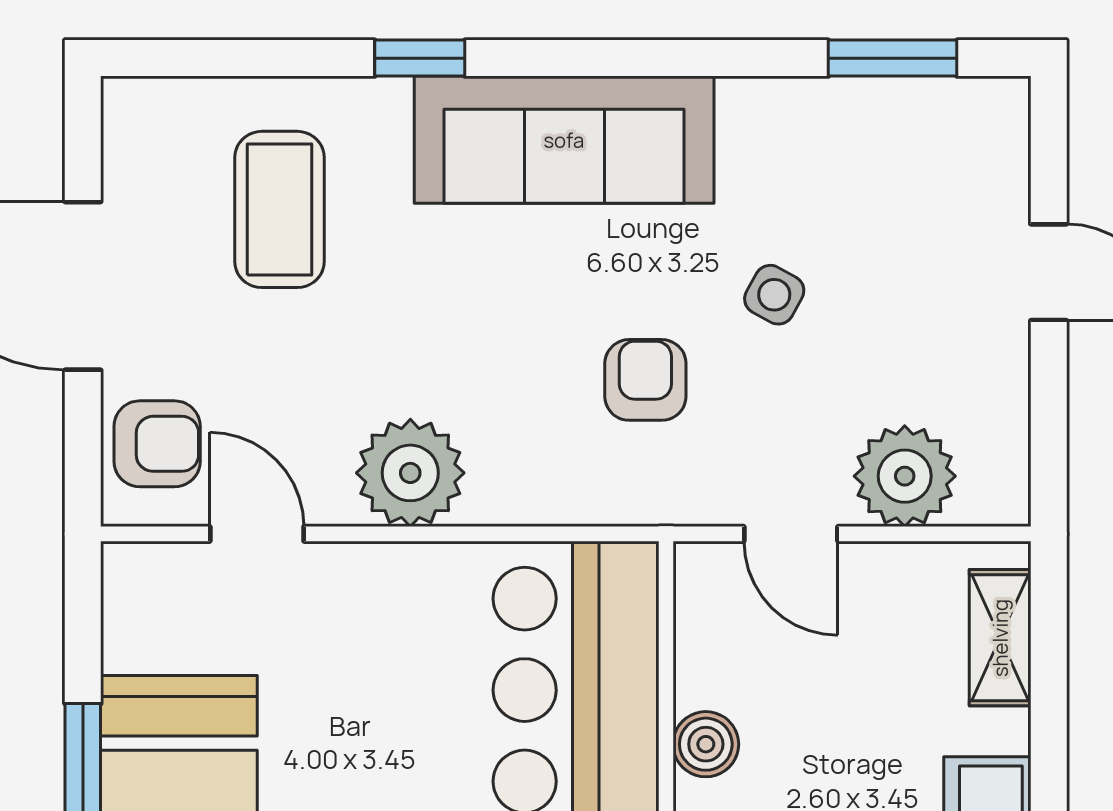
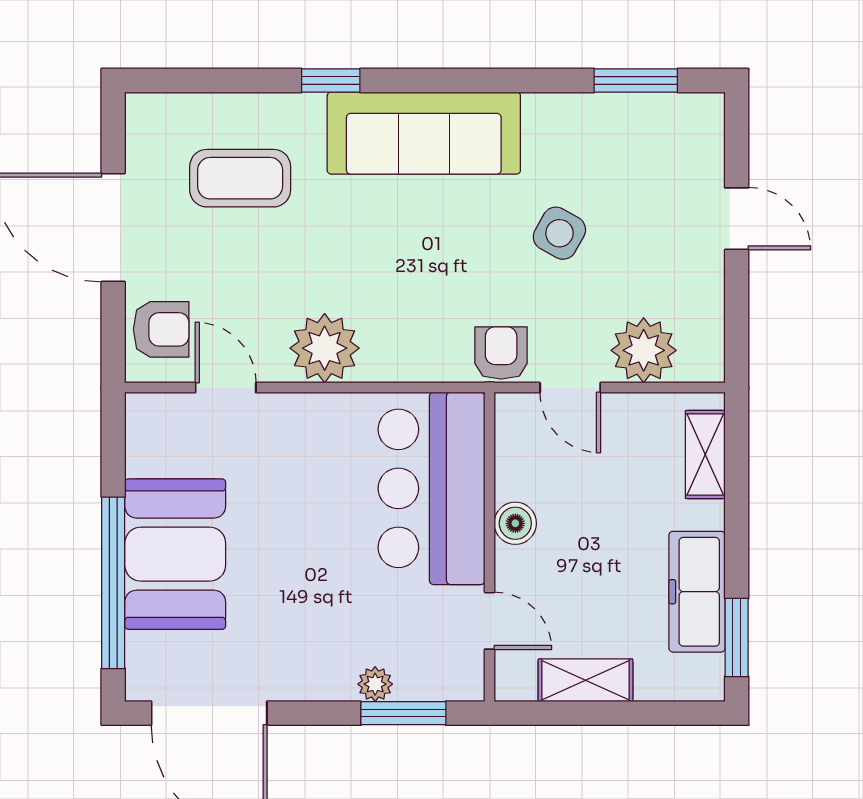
coffee table: (280, 209) -> (240, 178), turned 90
side table: (774, 295) -> (559, 233), width x1.37, depth x1.37
armchair: (645, 380) -> (501, 353), moved

